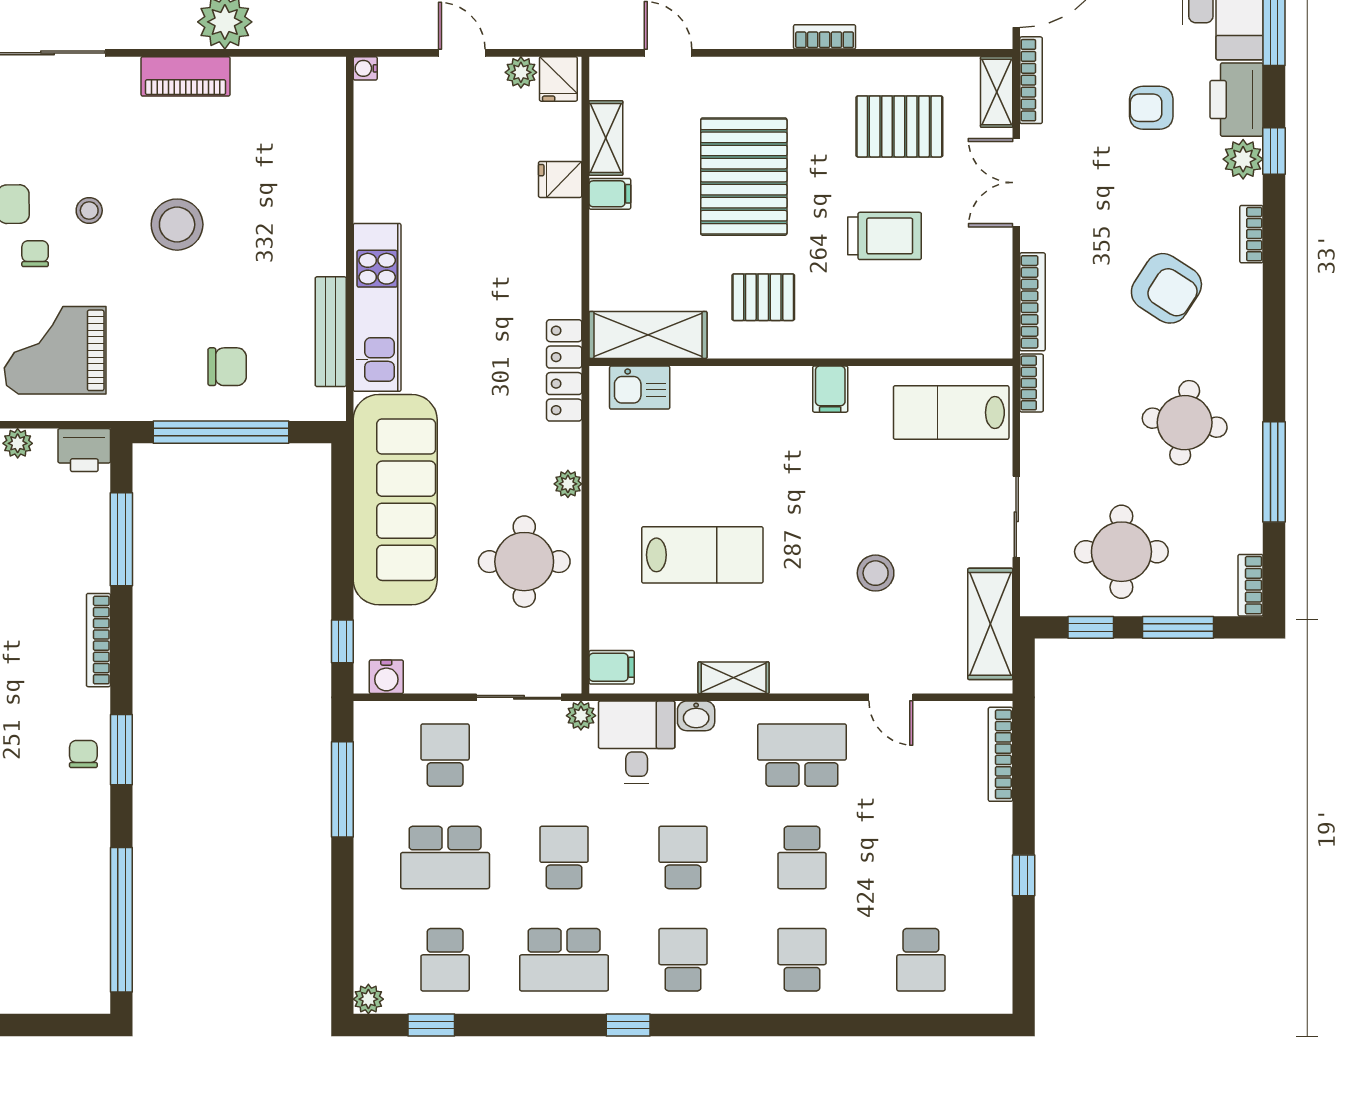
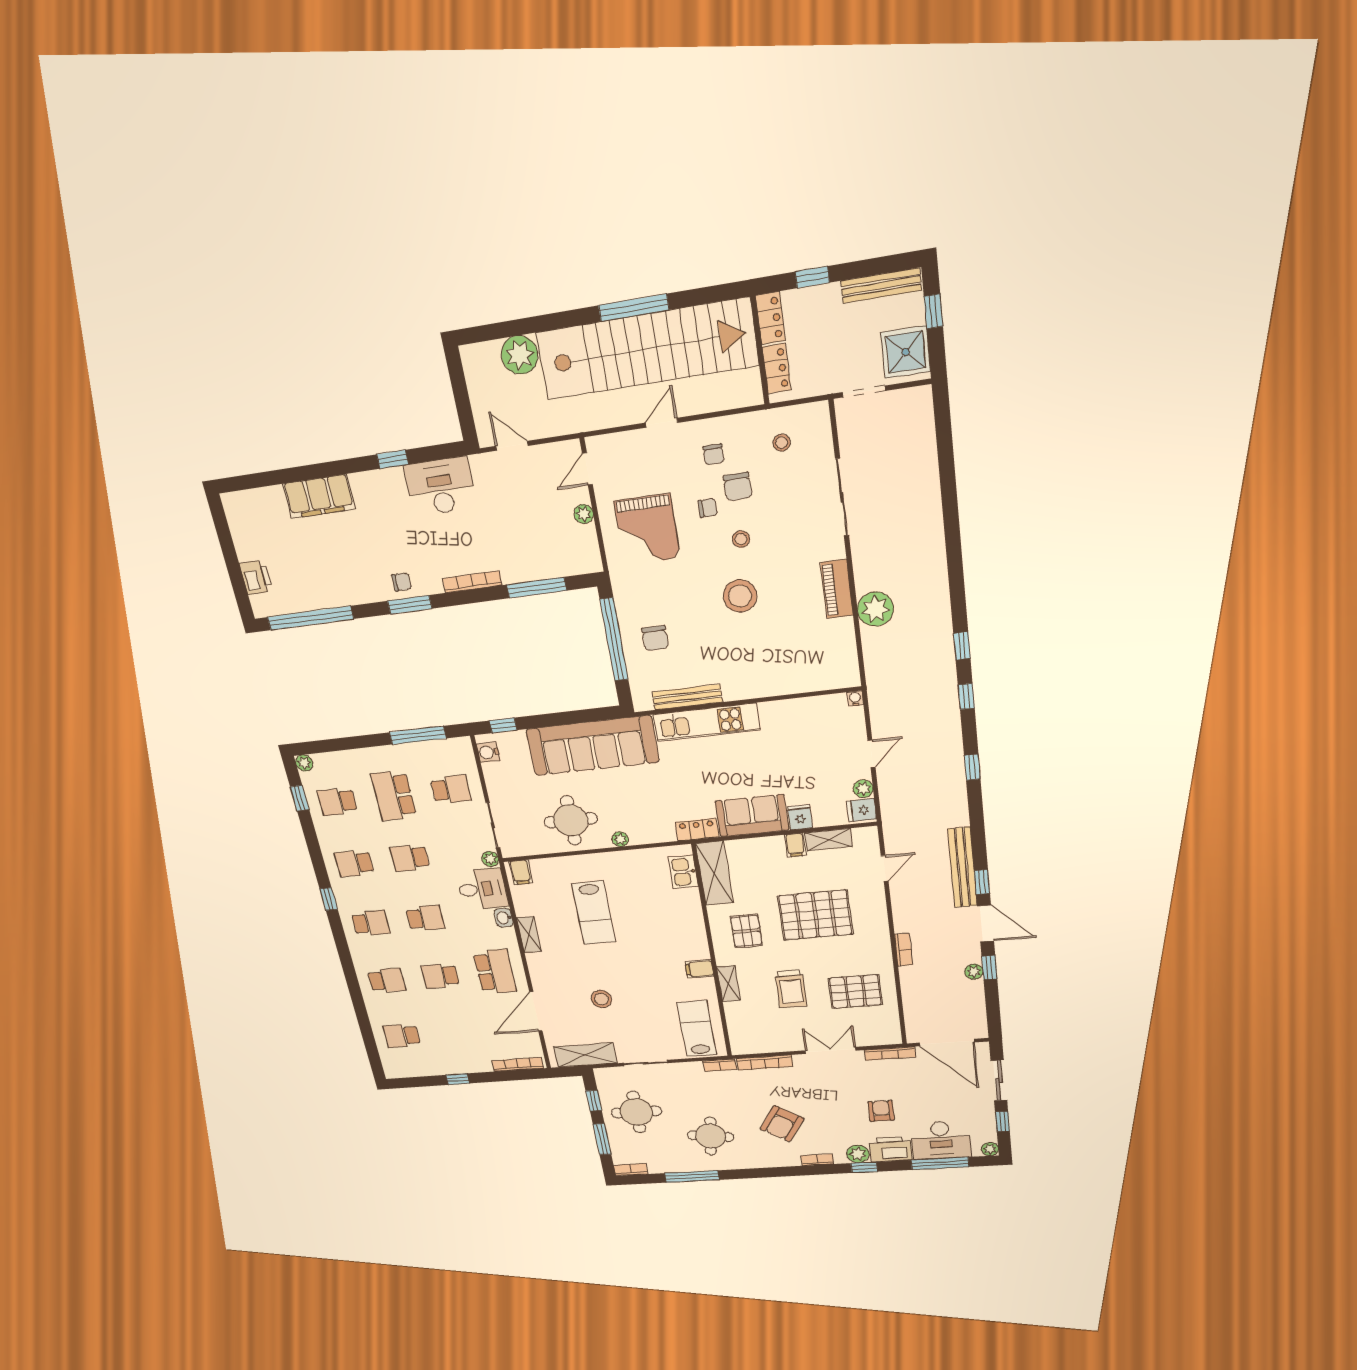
shelving: (997, 92) -> (729, 984), moved, turned 90
pallet: (899, 126) -> (855, 991), turned 90
sofa: (549, 257) -> (752, 816), added
grand piano: (55, 350) -> (647, 530), turned 180
locker: (564, 370) -> (697, 830), width x0.66
printer: (84, 450) -> (256, 577), moved, turned 180
door: (891, 697) -> (536, 1011), width x1.88
school desk: (564, 857) -> (410, 858), turned 180
school desk: (564, 960) -> (354, 863), width x0.54

